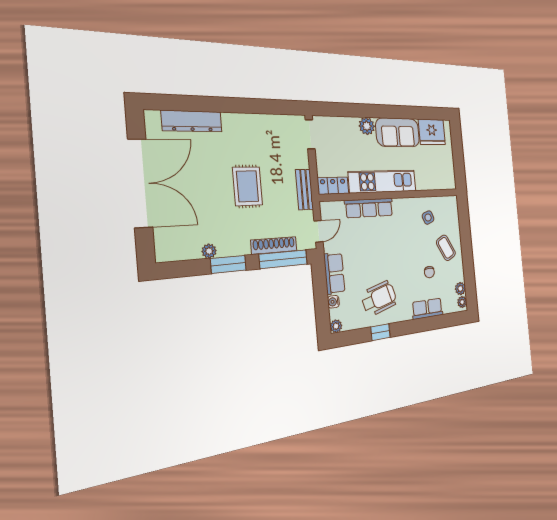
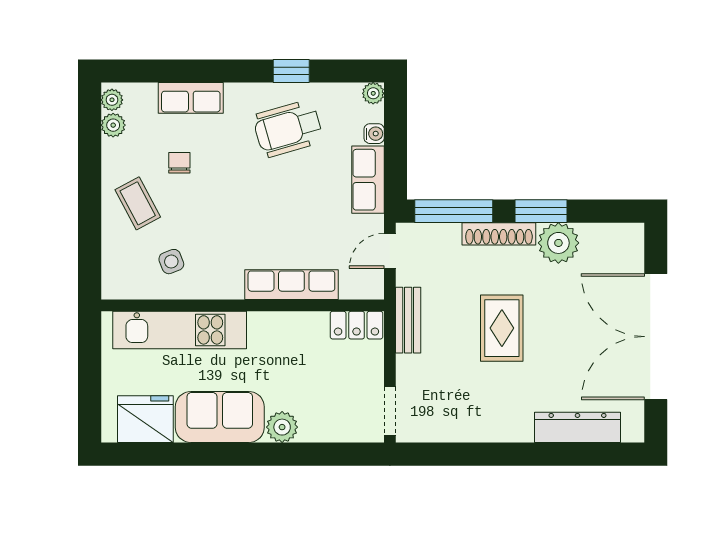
kitchen unit: (383, 181) -> (180, 330), moved
shoe rack: (274, 245) -> (499, 234), moved
plant: (209, 251) -> (558, 243), width x1.88, depth x1.88

